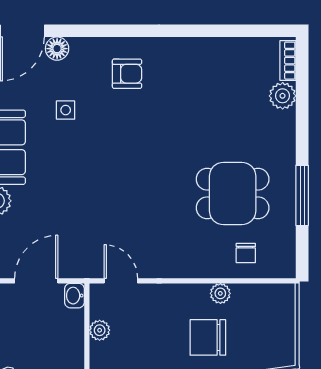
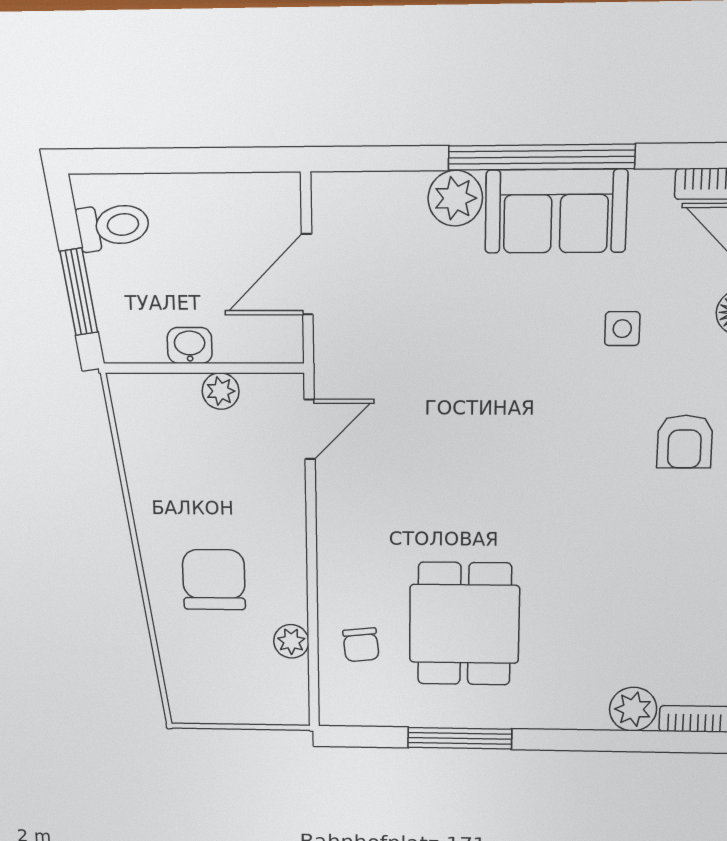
chair: (246, 253) -> (361, 645), turned -96
door: (36, 281) -> (307, 274), swing flipped
plant: (220, 293) -> (291, 641), moved
washbasin: (74, 296) -> (190, 345), moved

